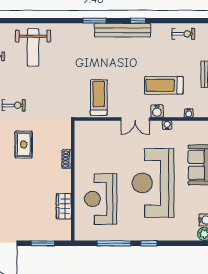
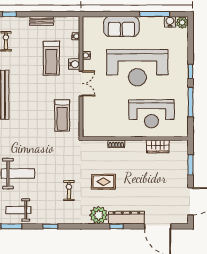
treadmill: (99, 98) -> (62, 116), turned -90

